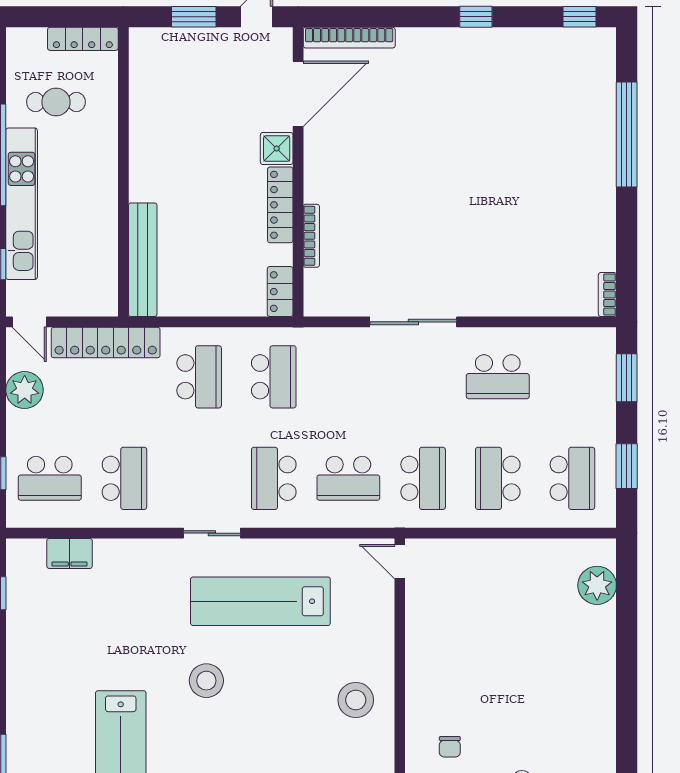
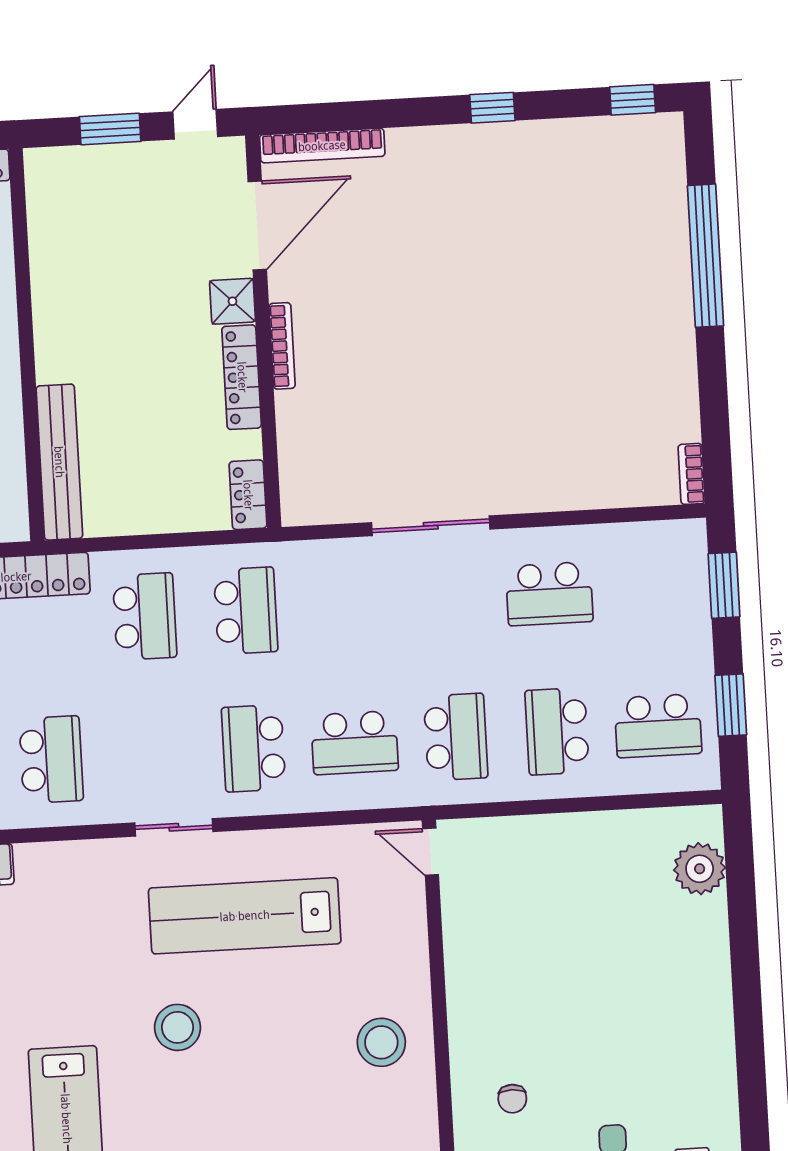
bookcase: (311, 236) -> (282, 346), moved
school desk: (572, 478) -> (658, 726), turned 90

